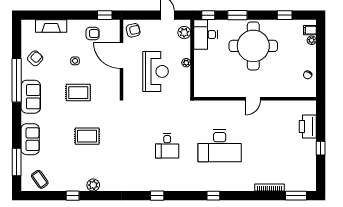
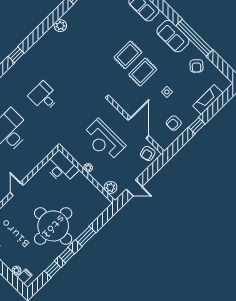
window: (105, 15) -> (197, 126), moved
window: (208, 15) -> (67, 255), moved
desk: (206, 35) -> (61, 168), moved
door: (121, 55) -> (138, 128), hinge flipped
rug: (87, 136) -> (128, 55), moved
plant: (93, 185) -> (60, 26), moved

